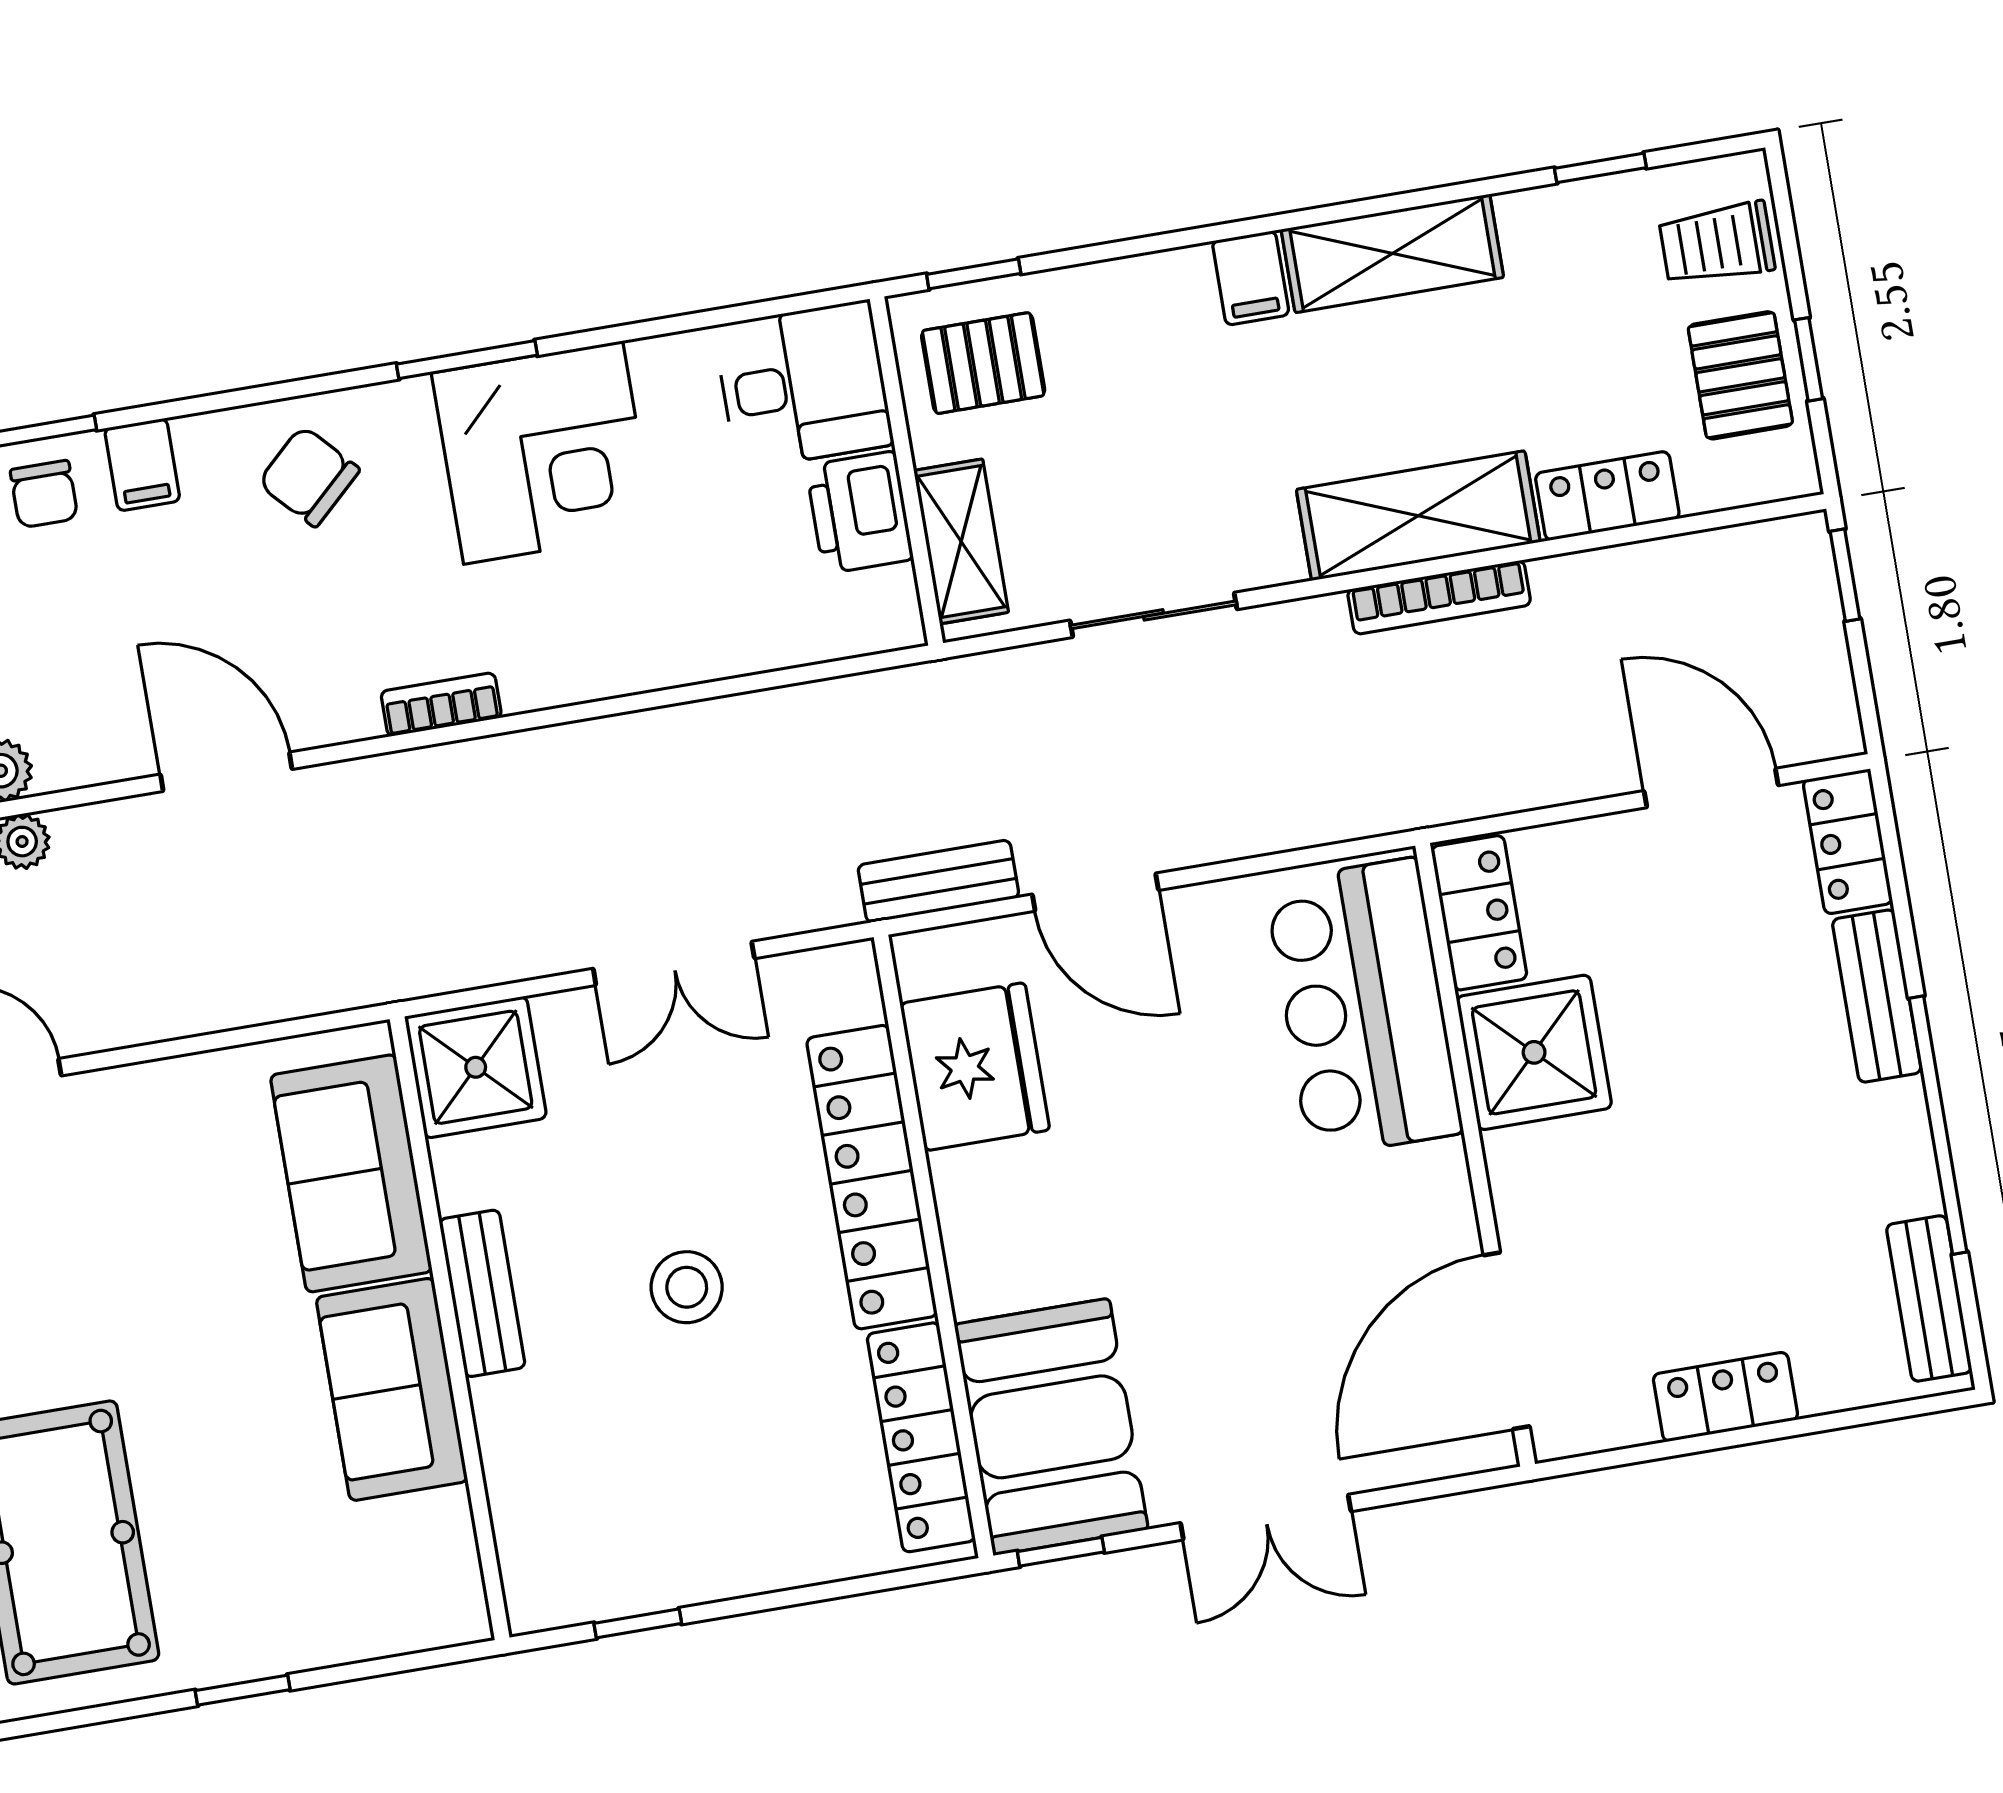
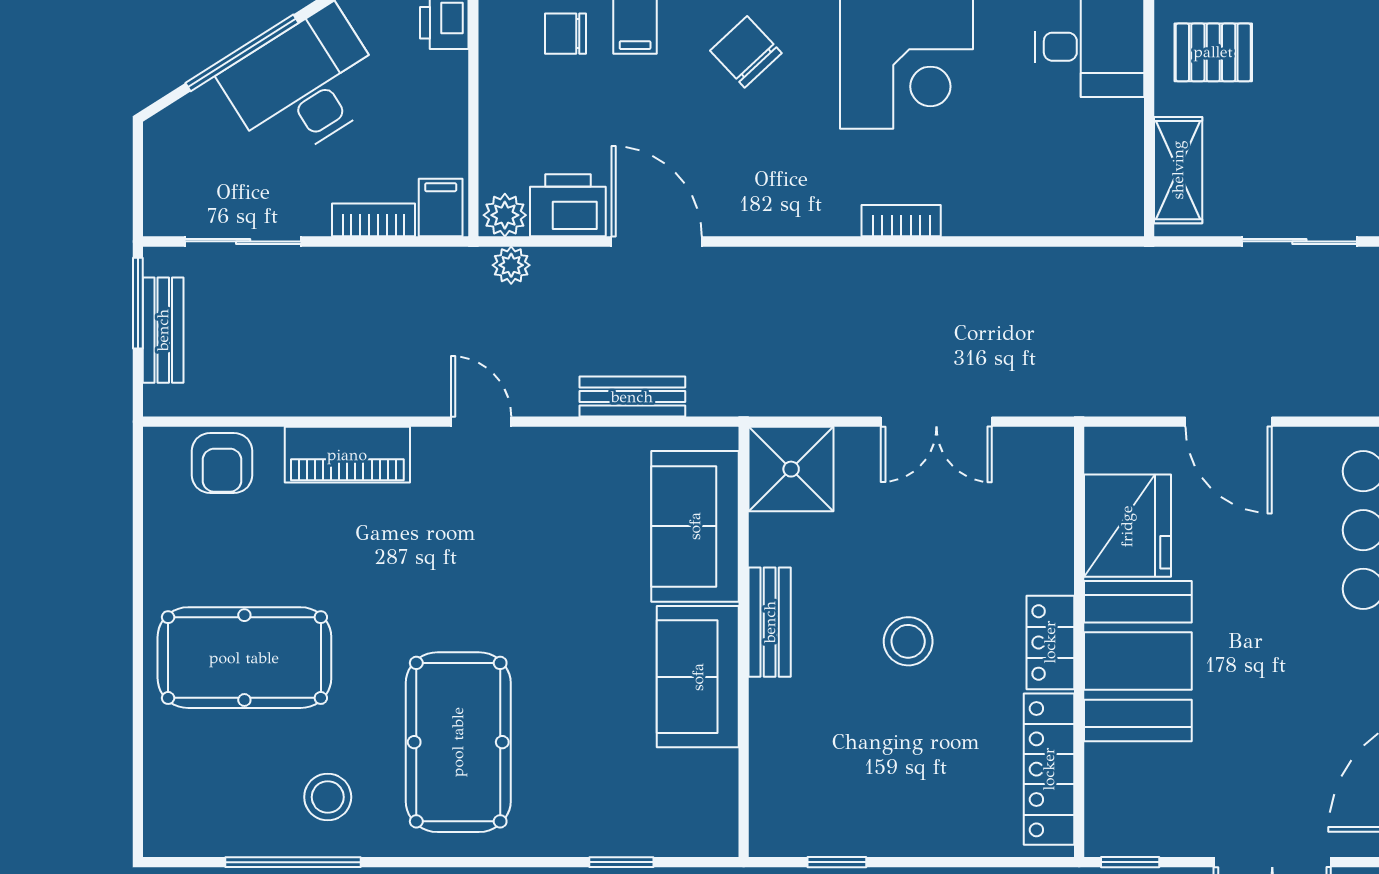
chair: (44, 494) -> (565, 34), turned 90
printer: (860, 513) -> (568, 205), moved, turned 90
bookcase: (441, 705) -> (901, 221), moved
bench: (938, 881) -> (632, 397), moved
locker: (872, 1177) -> (1050, 642), width x0.46, depth x0.83
booth: (1051, 1427) -> (1138, 661), moved
window: (243, 1690) -> (621, 862), moved

